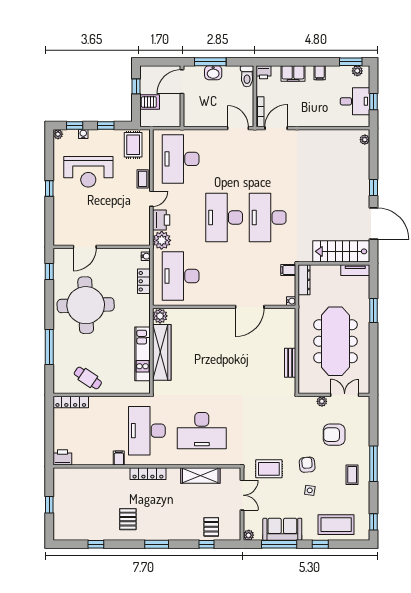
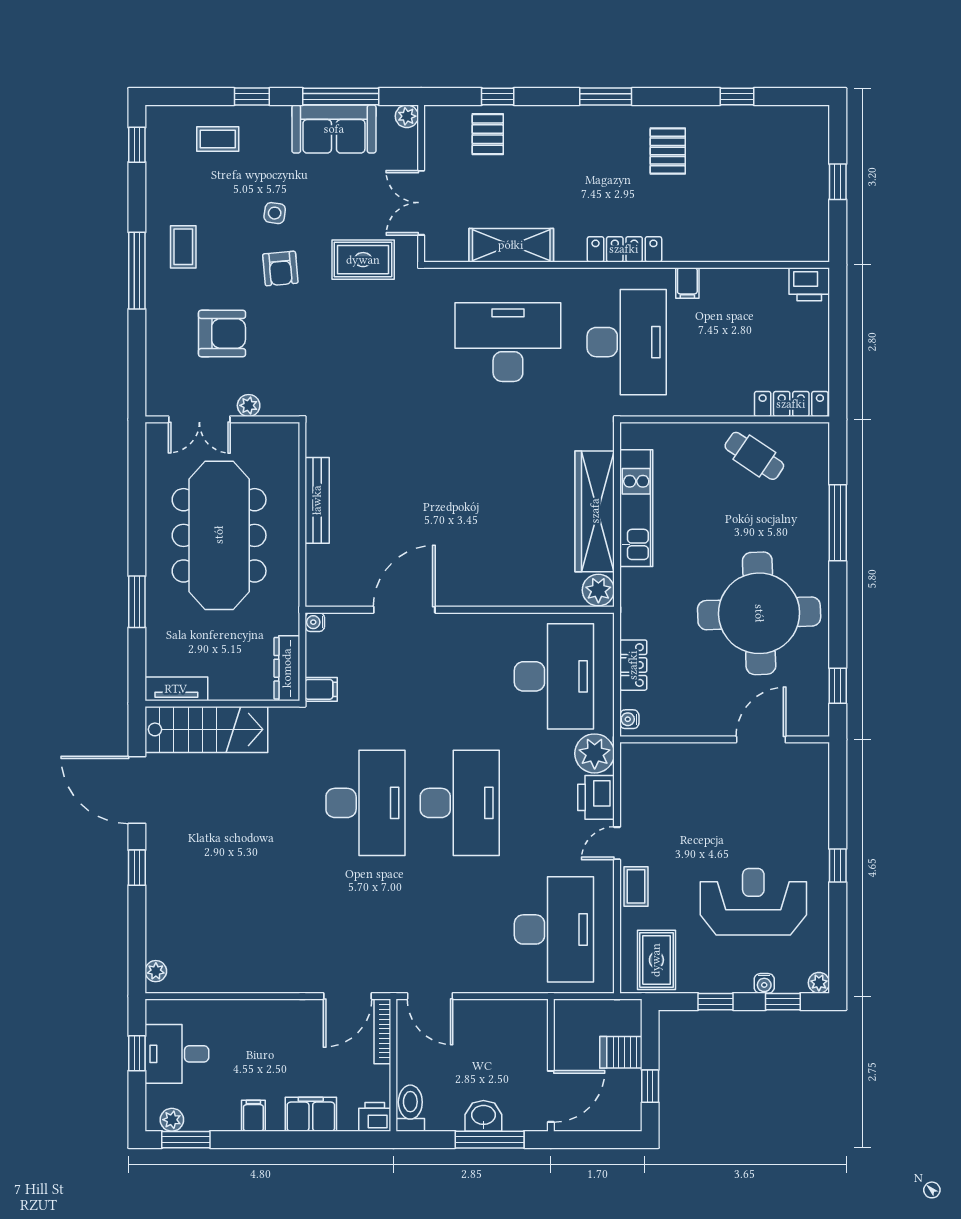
bench: (290, 363) -> (317, 500), width x1.36
coffee table: (336, 525) -> (218, 139), width x0.54, depth x0.58

